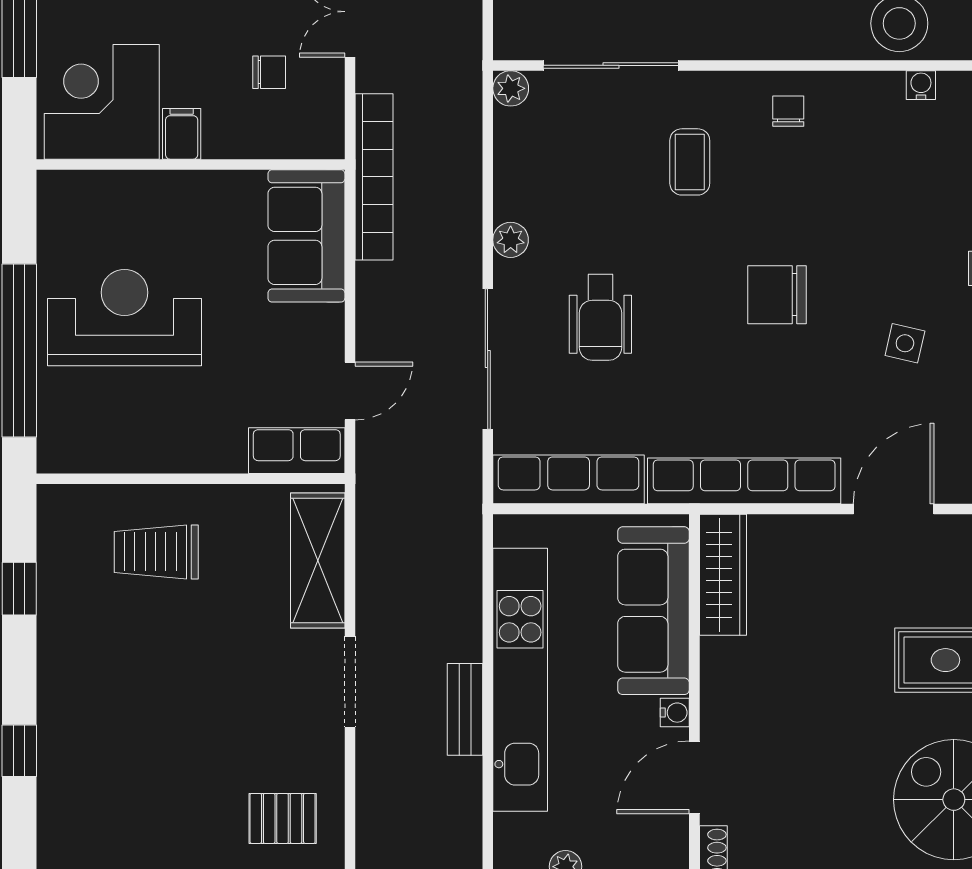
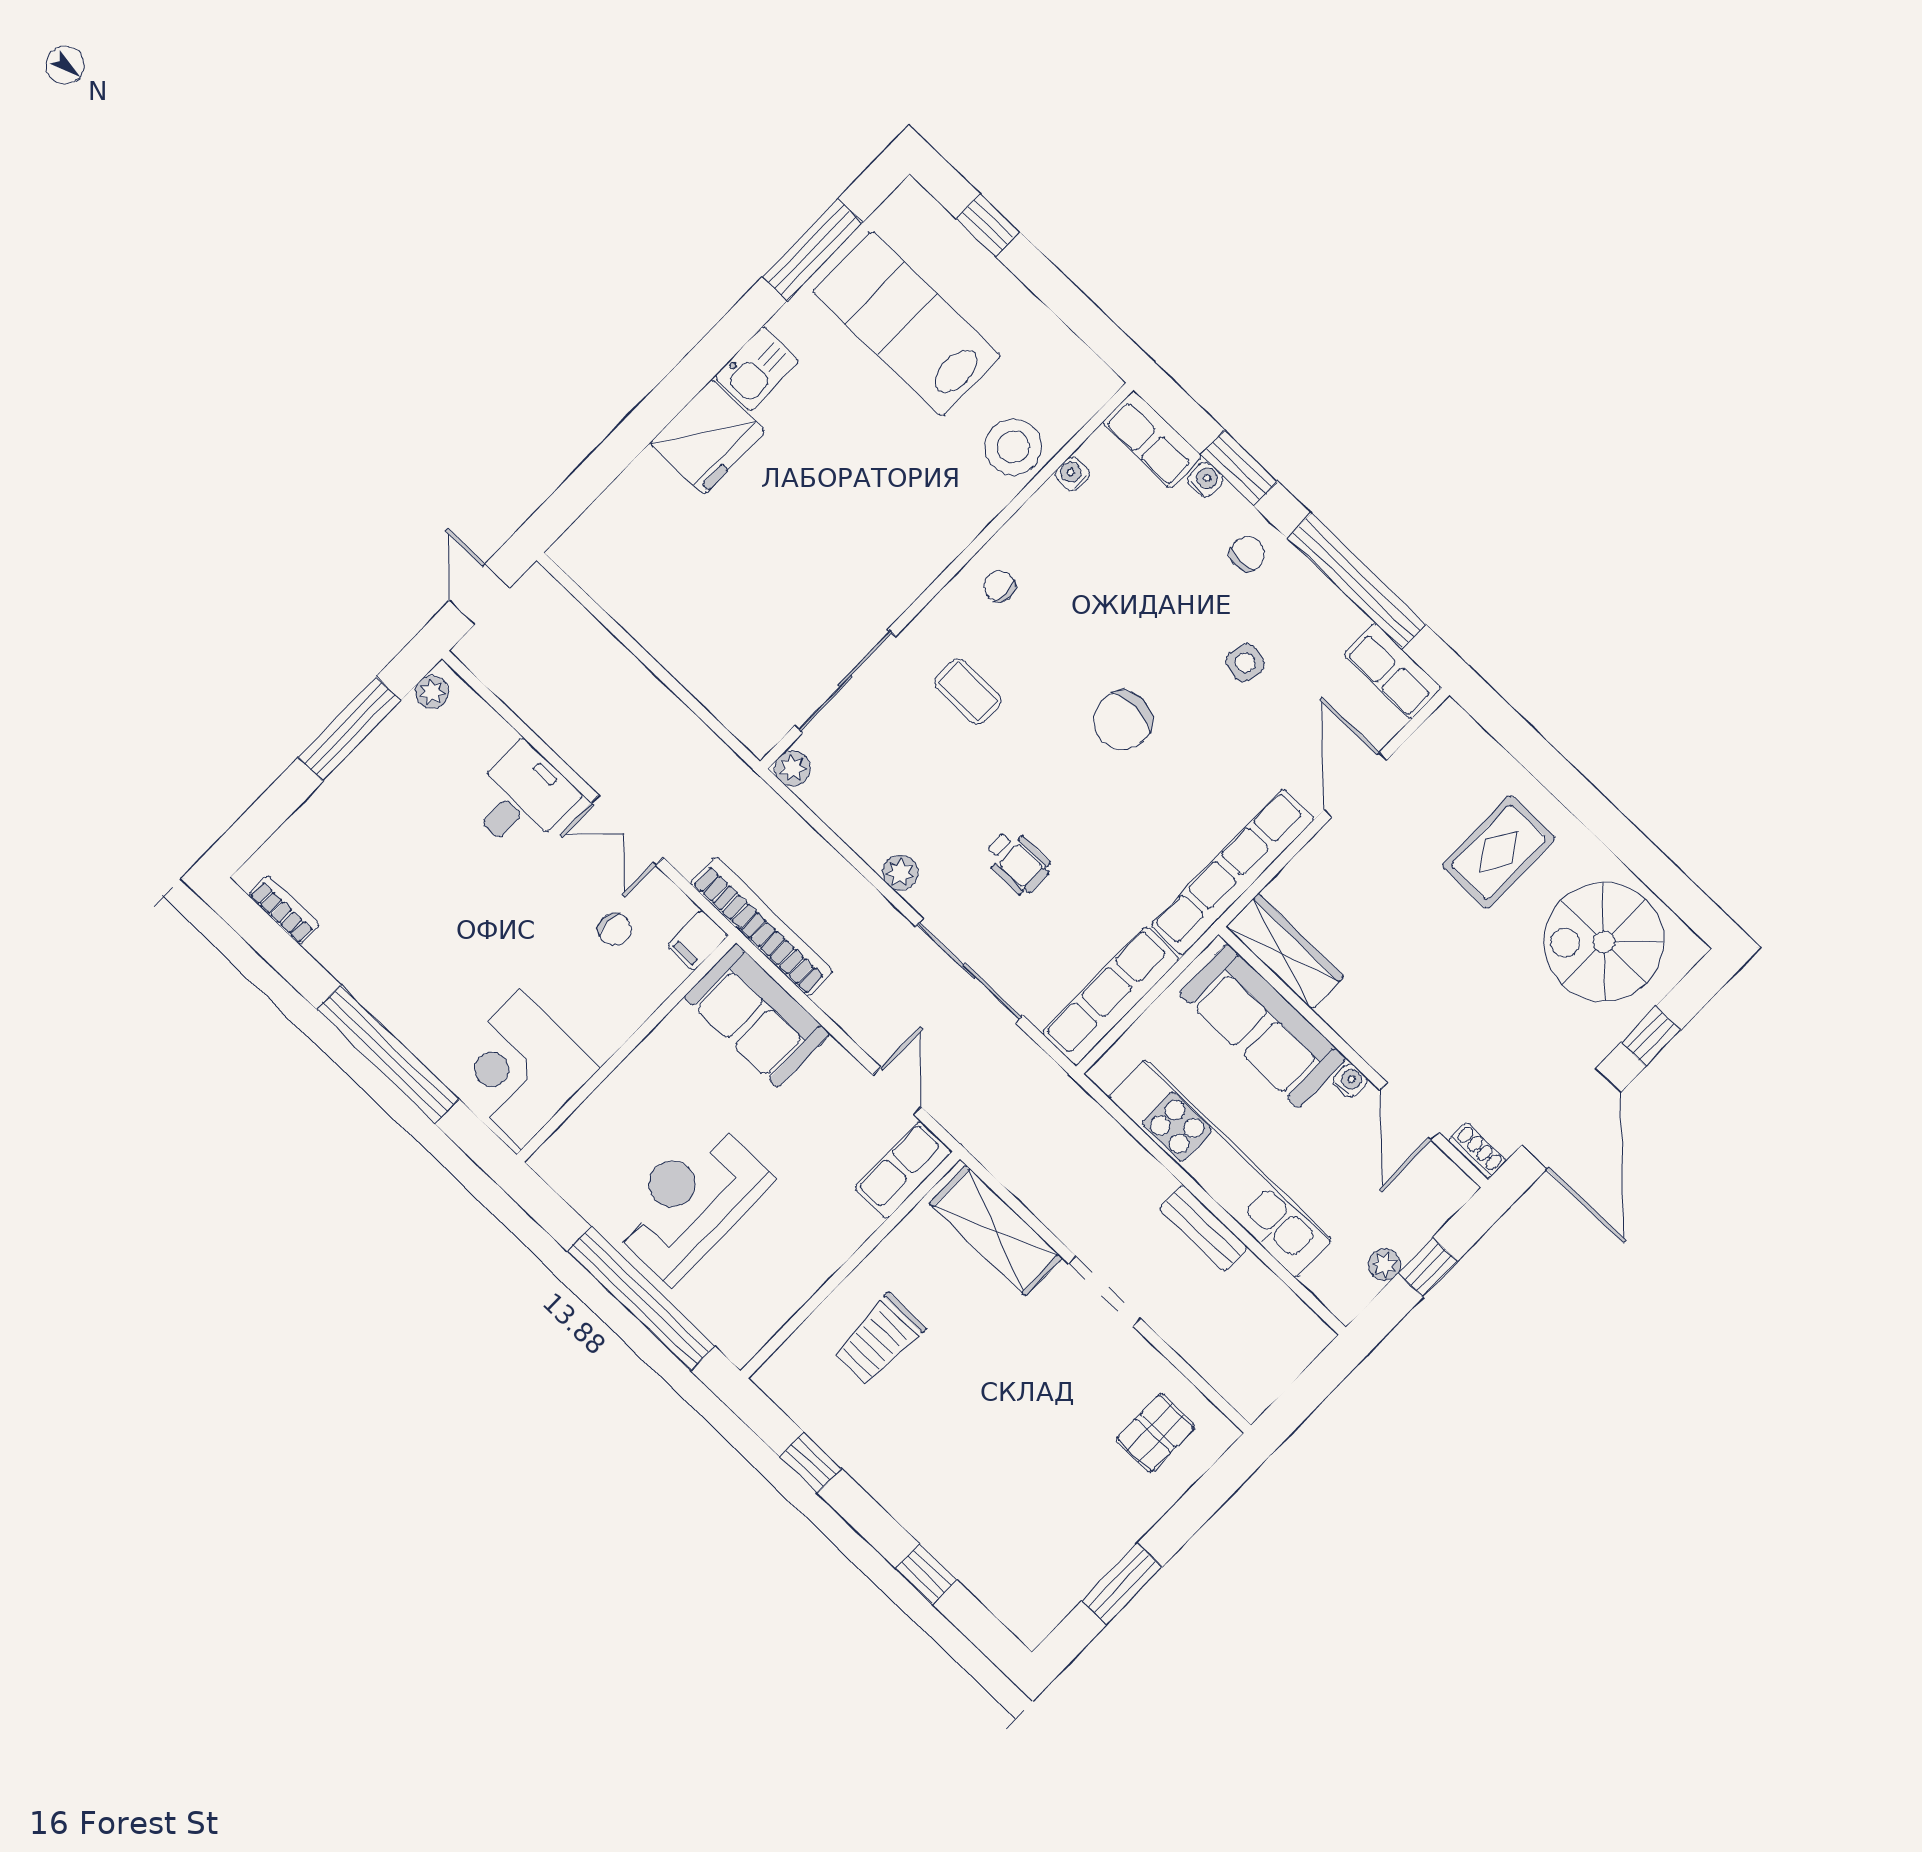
chair: (269, 72) -> (615, 929), turned 90
filing cabinet: (182, 134) -> (698, 940), moved, turned -90
wheelchair: (600, 317) -> (1017, 862), width x0.73, depth x0.73

